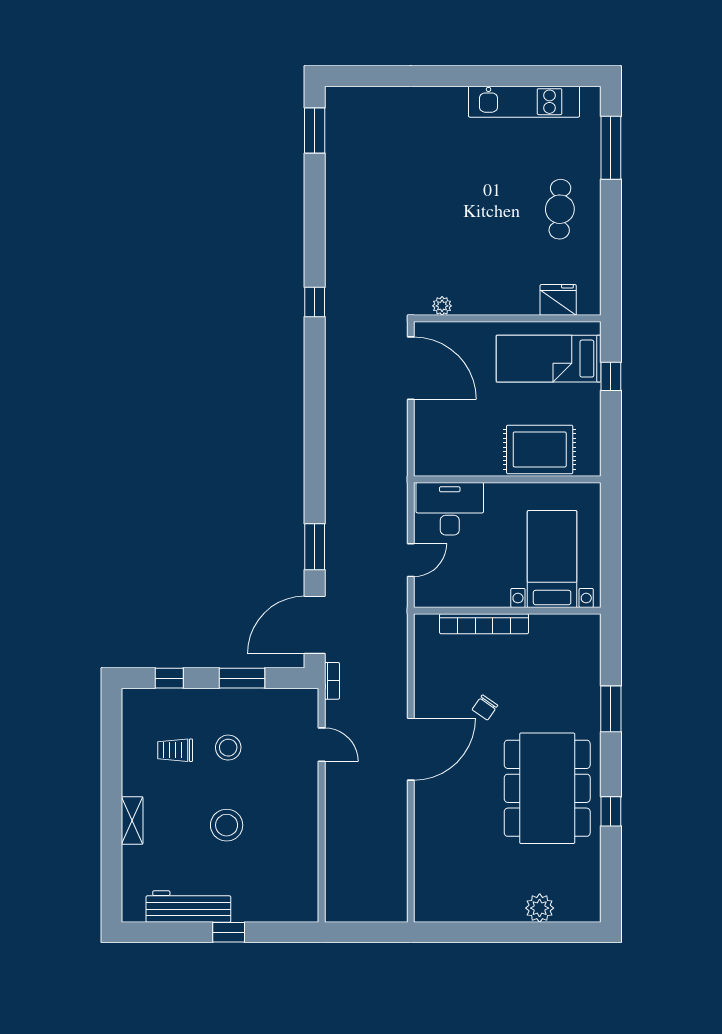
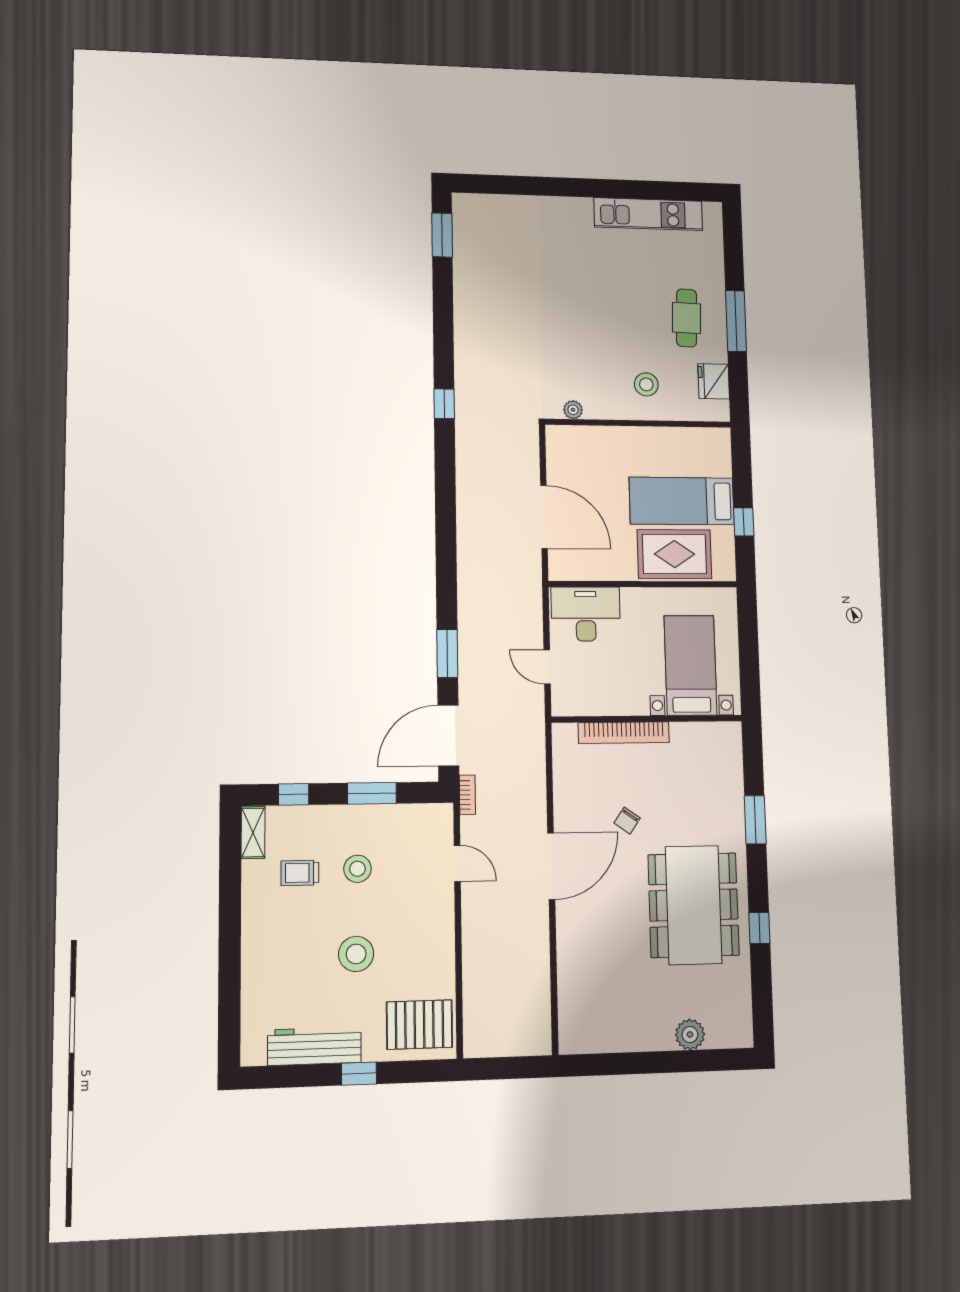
window: (611, 148) -> (736, 321), moved
stool: (517, 279) -> (646, 384), added
fridge: (558, 300) -> (714, 381), moved, turned -90
bed: (549, 359) -> (682, 501), moved
door: (411, 368) -> (544, 517), moved
window: (611, 376) -> (744, 522), moved
door: (411, 560) -> (547, 667), swing flipped
shelving: (132, 821) -> (253, 833), moved
pallet: (285, 890) -> (419, 1025), added

